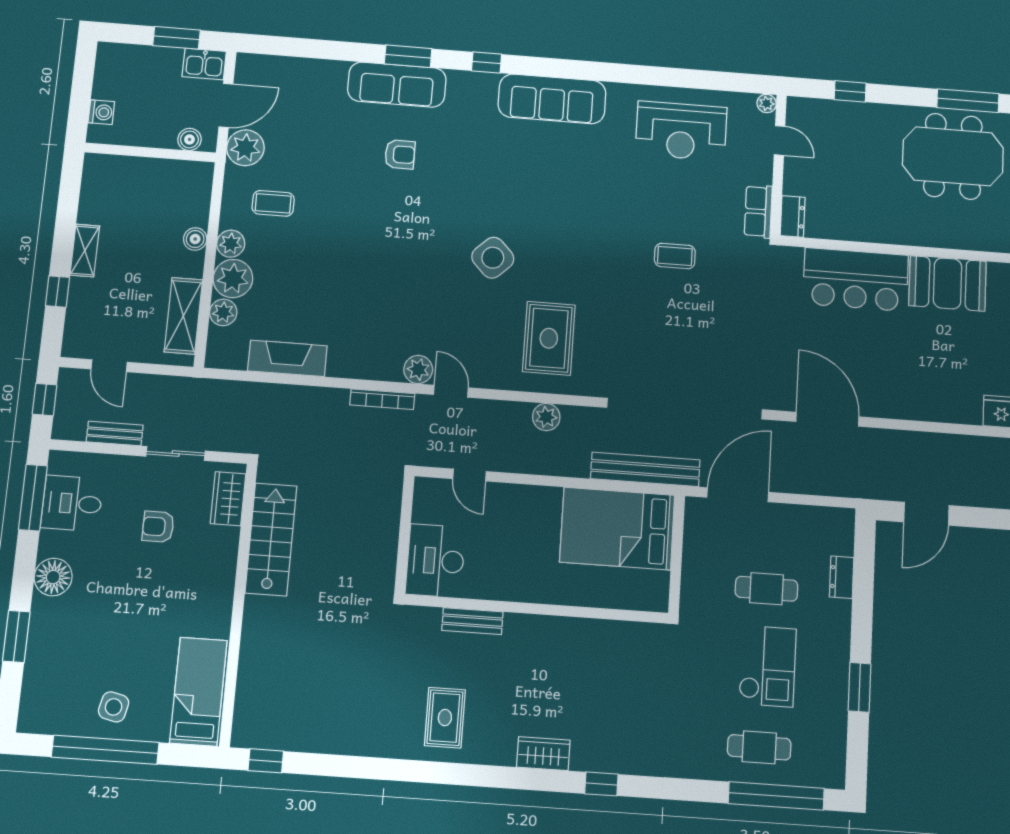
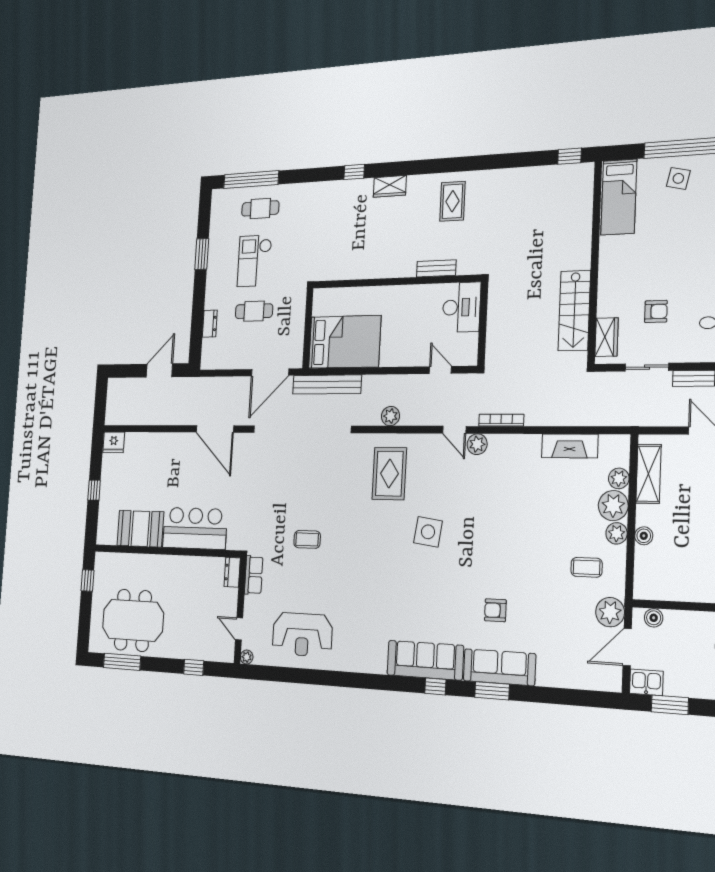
sofa: (552, 99) -> (425, 660), moved
reception desk: (681, 131) -> (302, 634), turned 180
side table: (493, 258) -> (428, 532), turned -38

